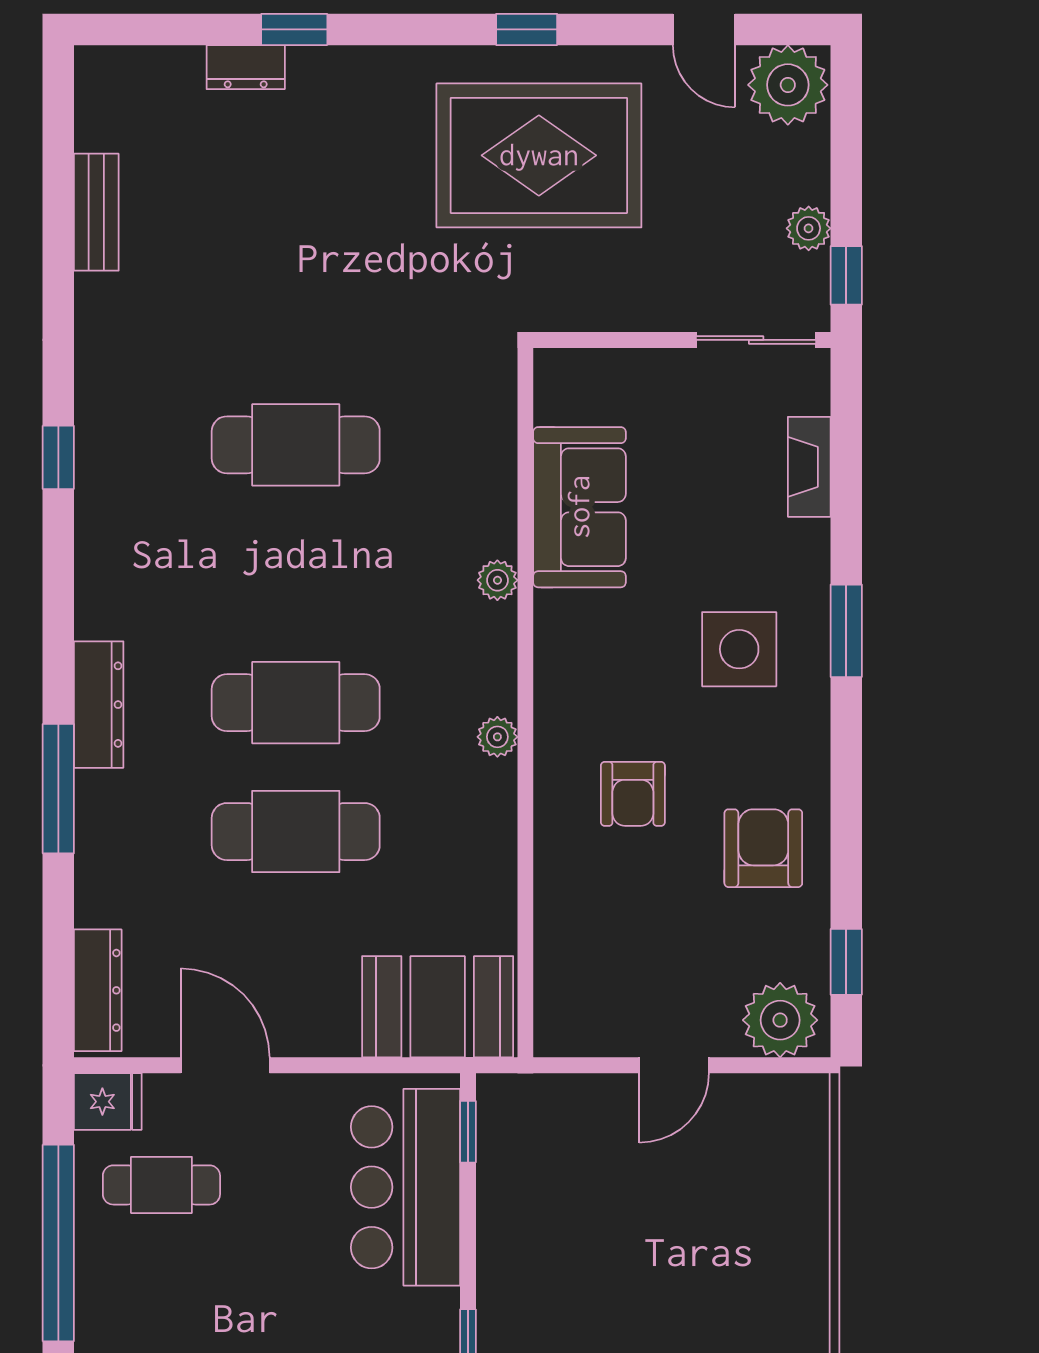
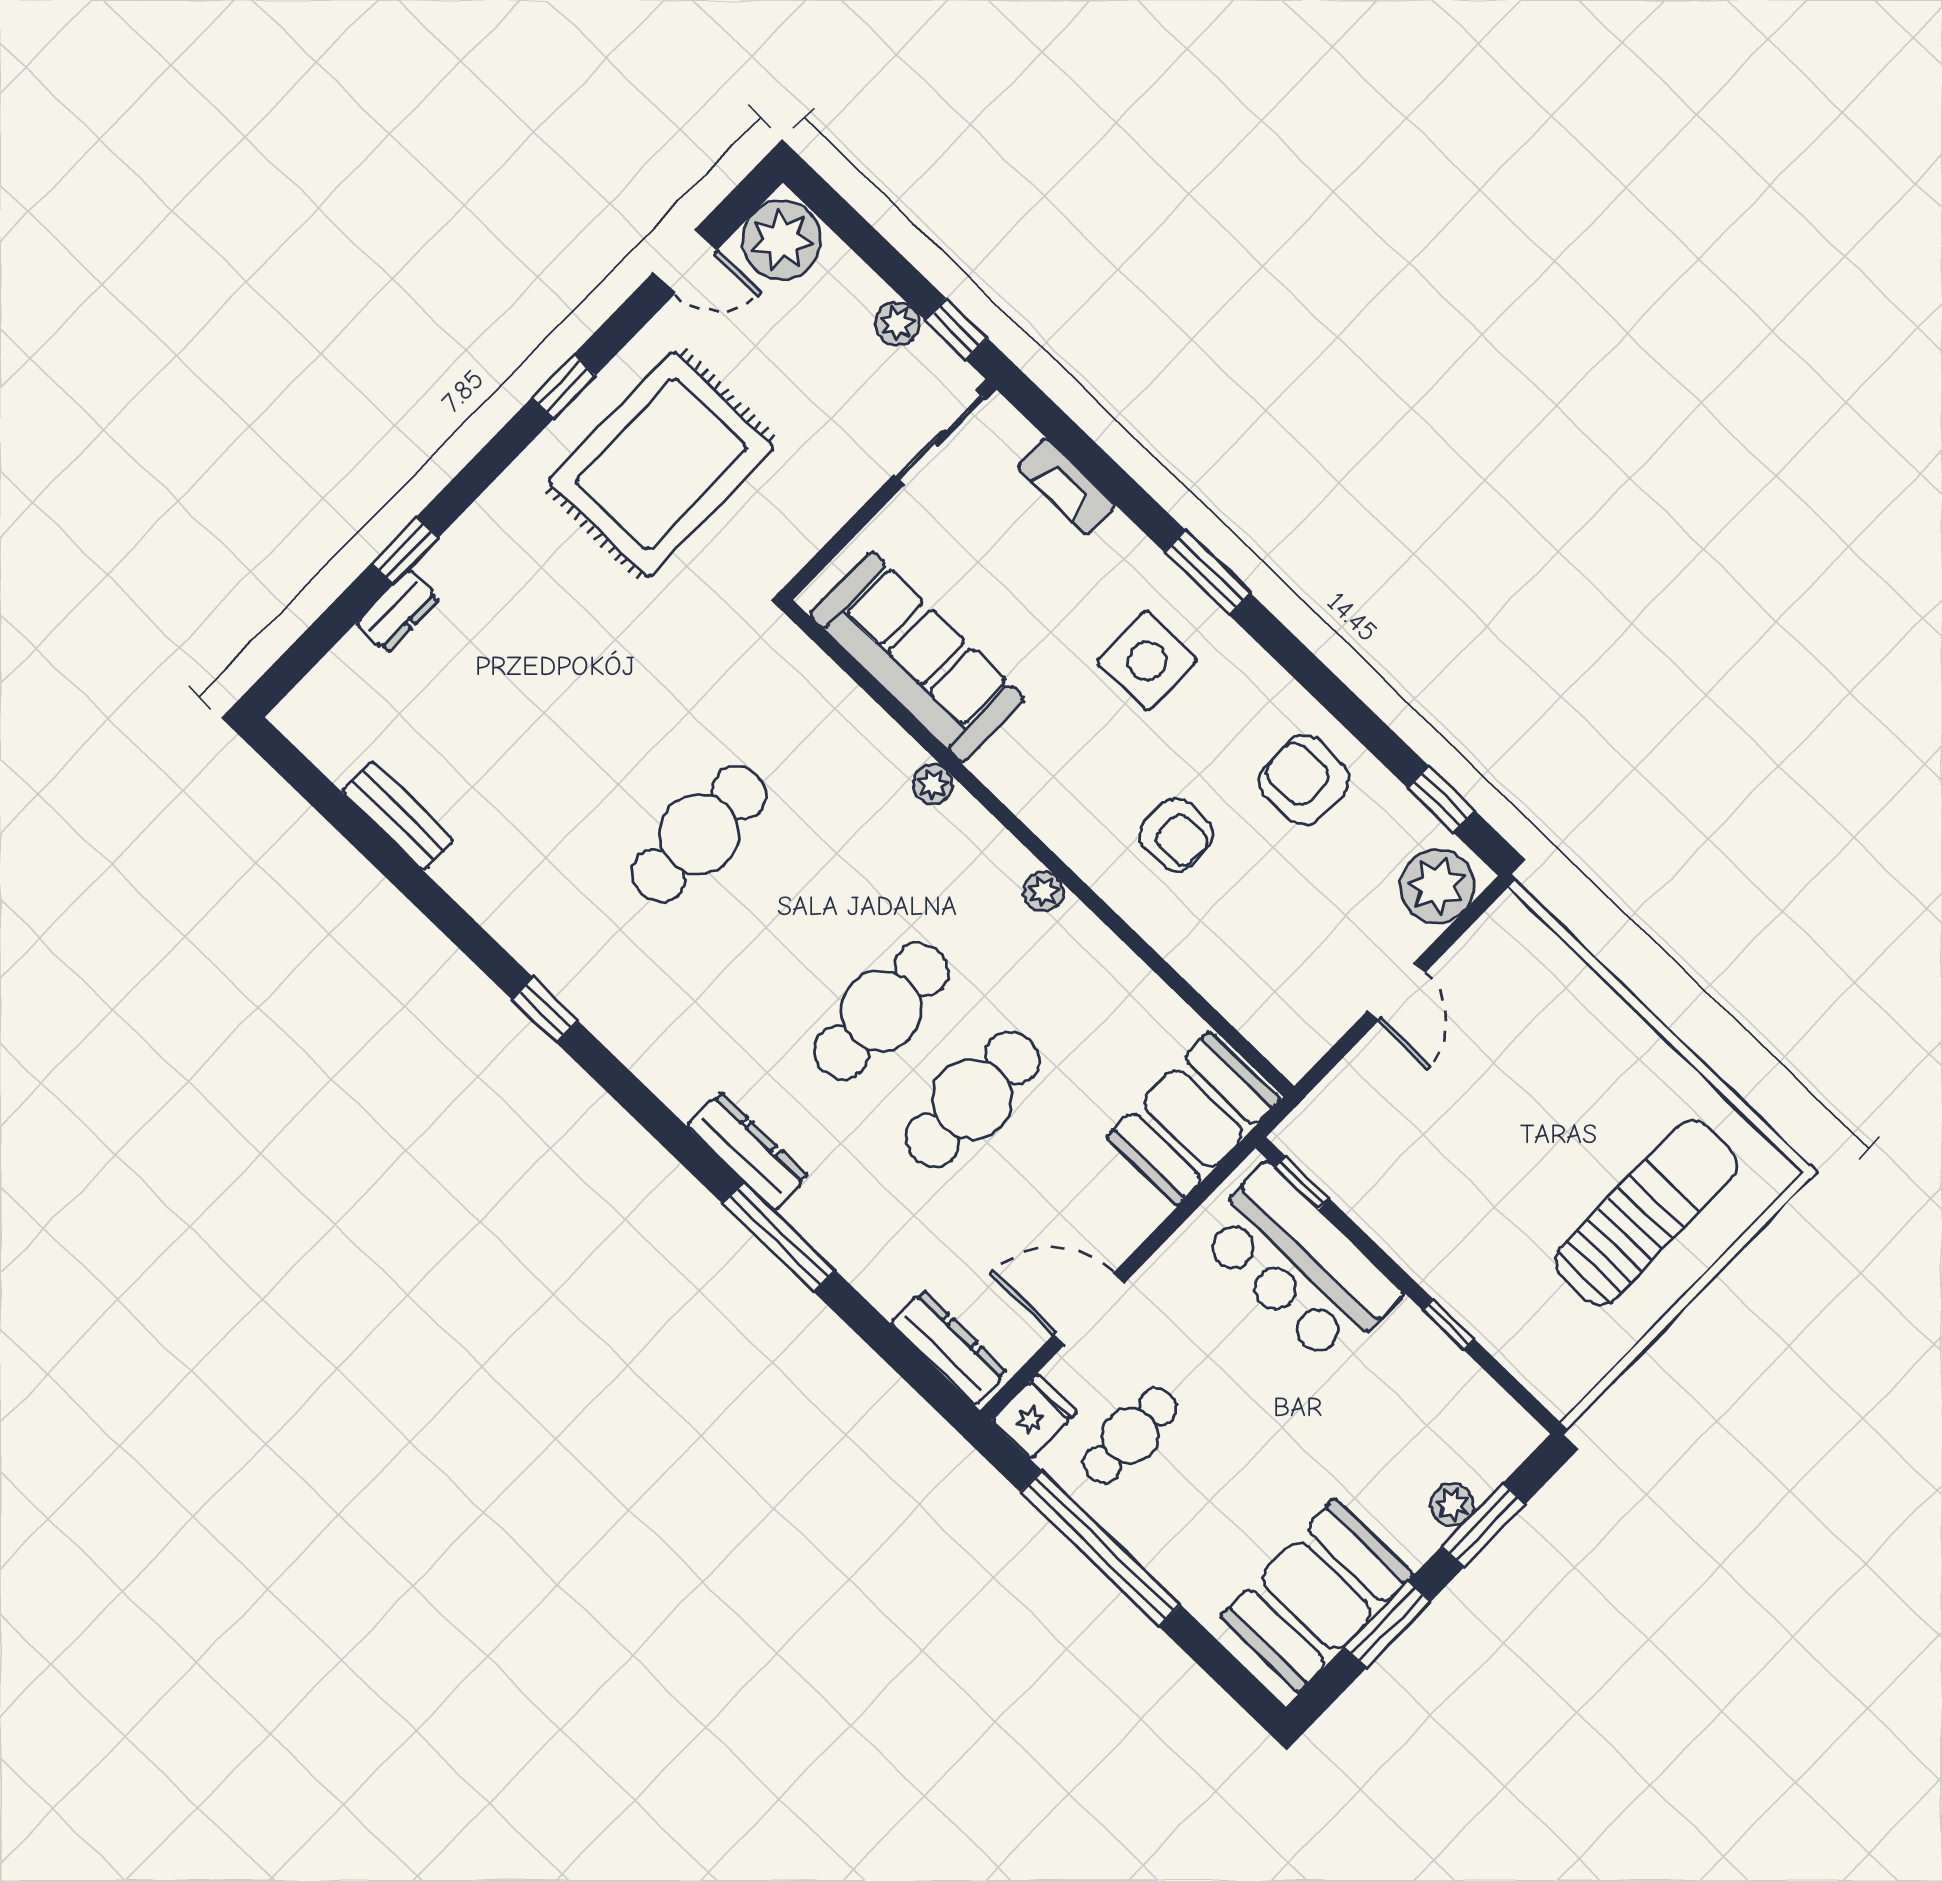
sofa: (579, 507) -> (917, 657), width x1.36

